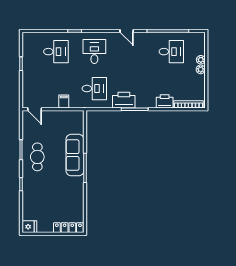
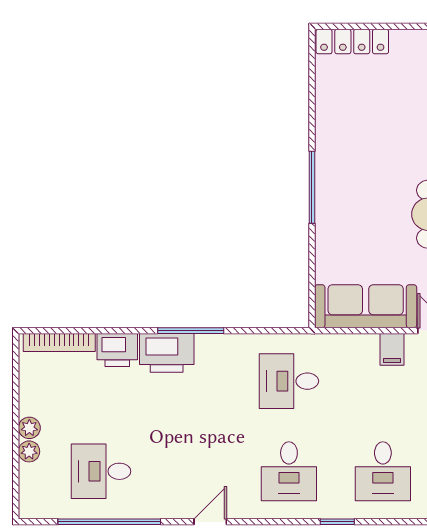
door: (127, 31) -> (210, 522), hinge flipped
desk: (56, 52) -> (383, 471), turned -90
printer: (124, 100) -> (167, 353), moved
filing cabinet: (64, 102) -> (392, 349), moved
sofa: (75, 155) -> (366, 306), moved, turned -90

